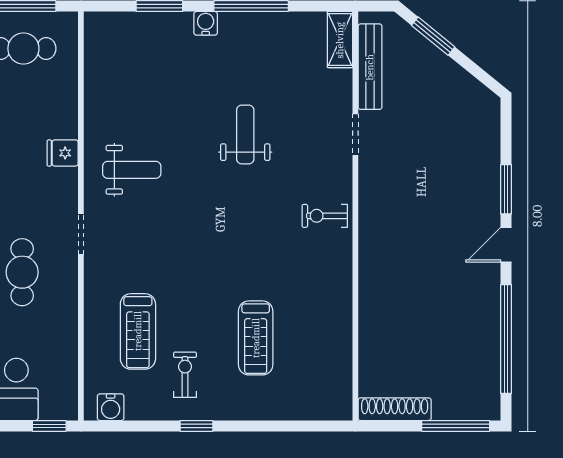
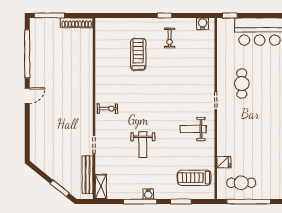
water cooler: (206, 23) -> (148, 194), moved
fridge: (63, 153) -> (224, 162), moved
window: (506, 189) -> (27, 120), removed
treadmill: (138, 331) -> (194, 178), moved, turned -90

